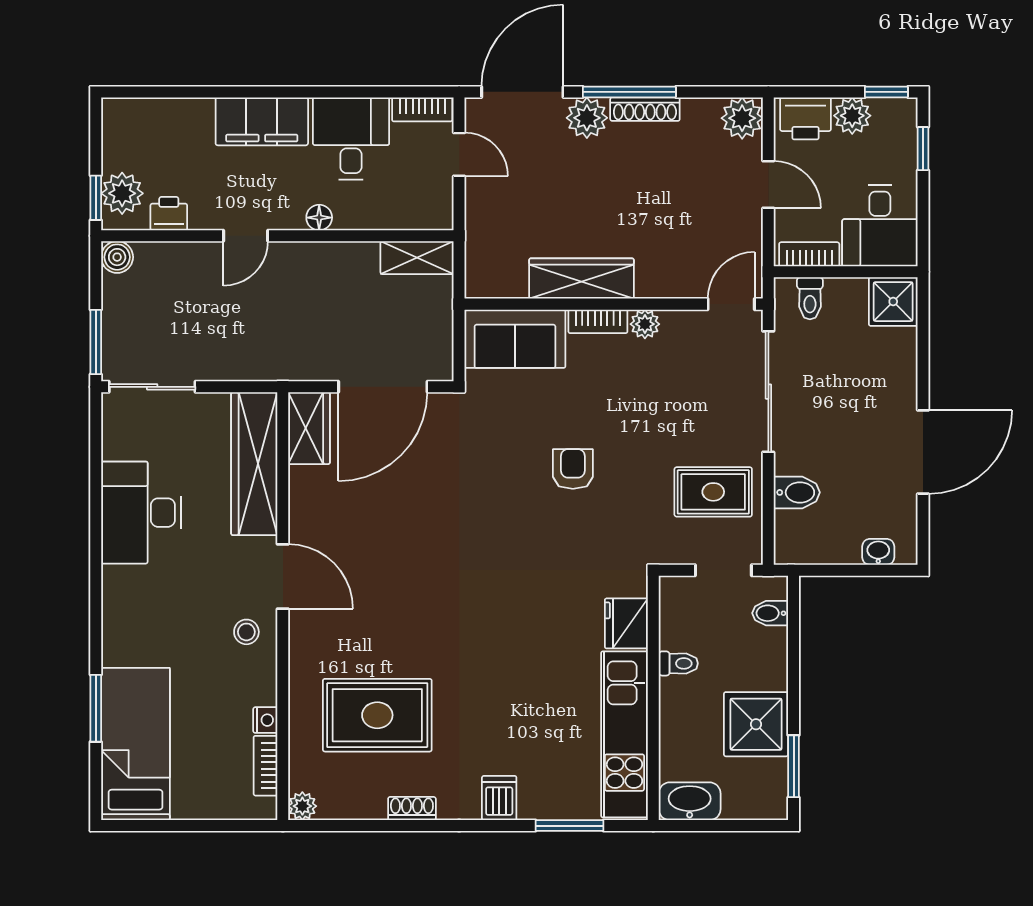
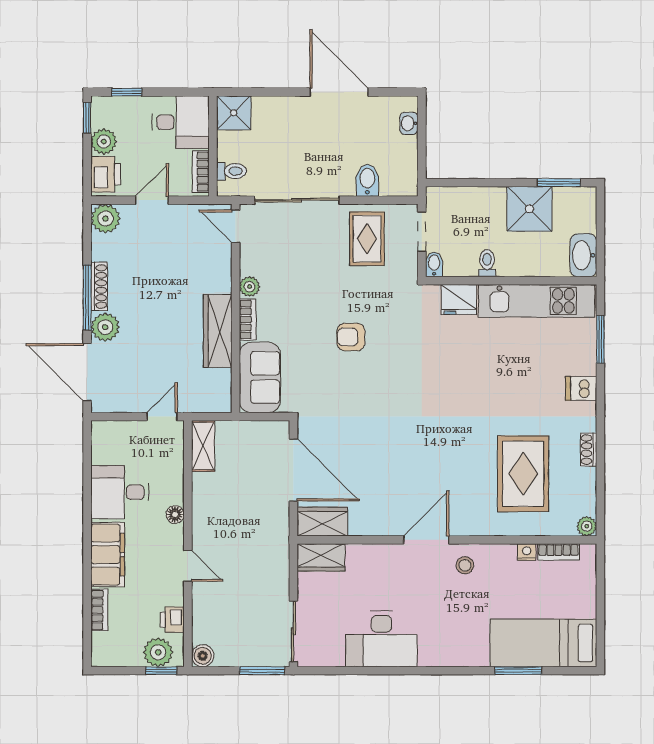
bookcase: (422, 109) -> (99, 610), moved
door: (459, 154) -> (162, 417), moved
wardrobe: (254, 464) -> (321, 557), width x0.48, depth x0.85
bidet: (770, 613) -> (434, 264), moved, turned 180

